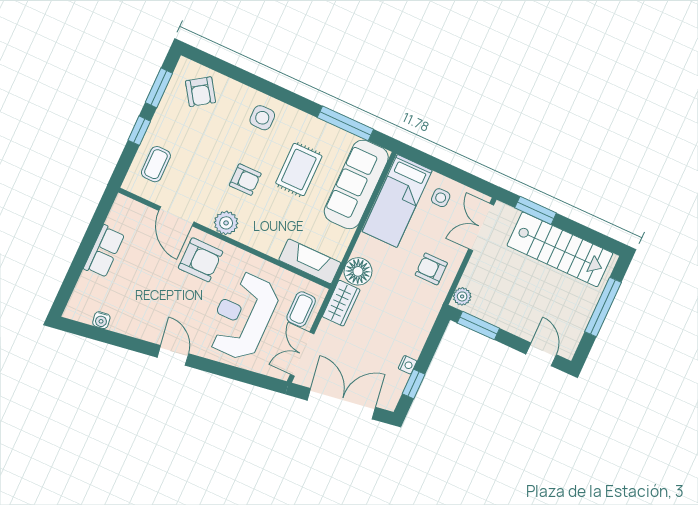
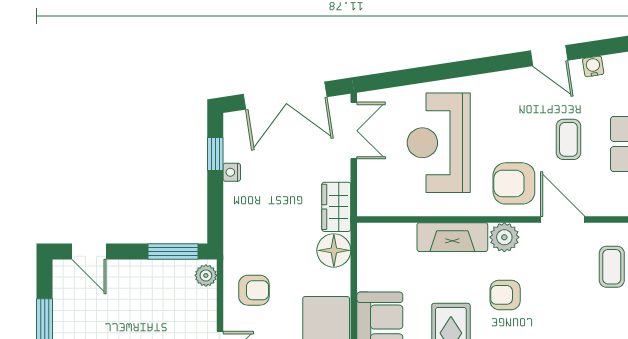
fireplace: (310, 261) -> (452, 237), moved
coffee table: (301, 309) -> (568, 139), moved
reception desk: (243, 316) -> (439, 143), turned 180
door: (173, 355) -> (549, 56), moved

